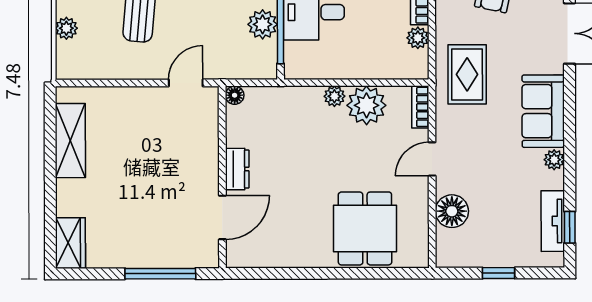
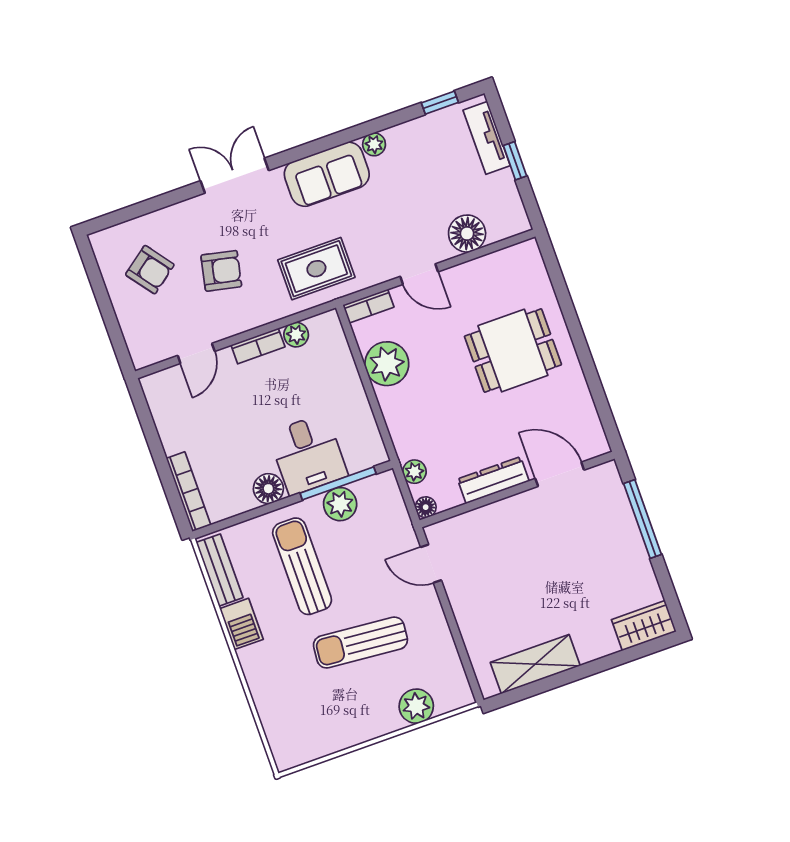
plant: (66, 28) -> (416, 706), width x1.38, depth x1.38
plant: (334, 96) -> (414, 472), moved
dresser: (237, 169) -> (493, 480), width x1.44
tv unit: (553, 221) -> (487, 138), moved, turned 90
dining table: (365, 228) -> (513, 351), moved

